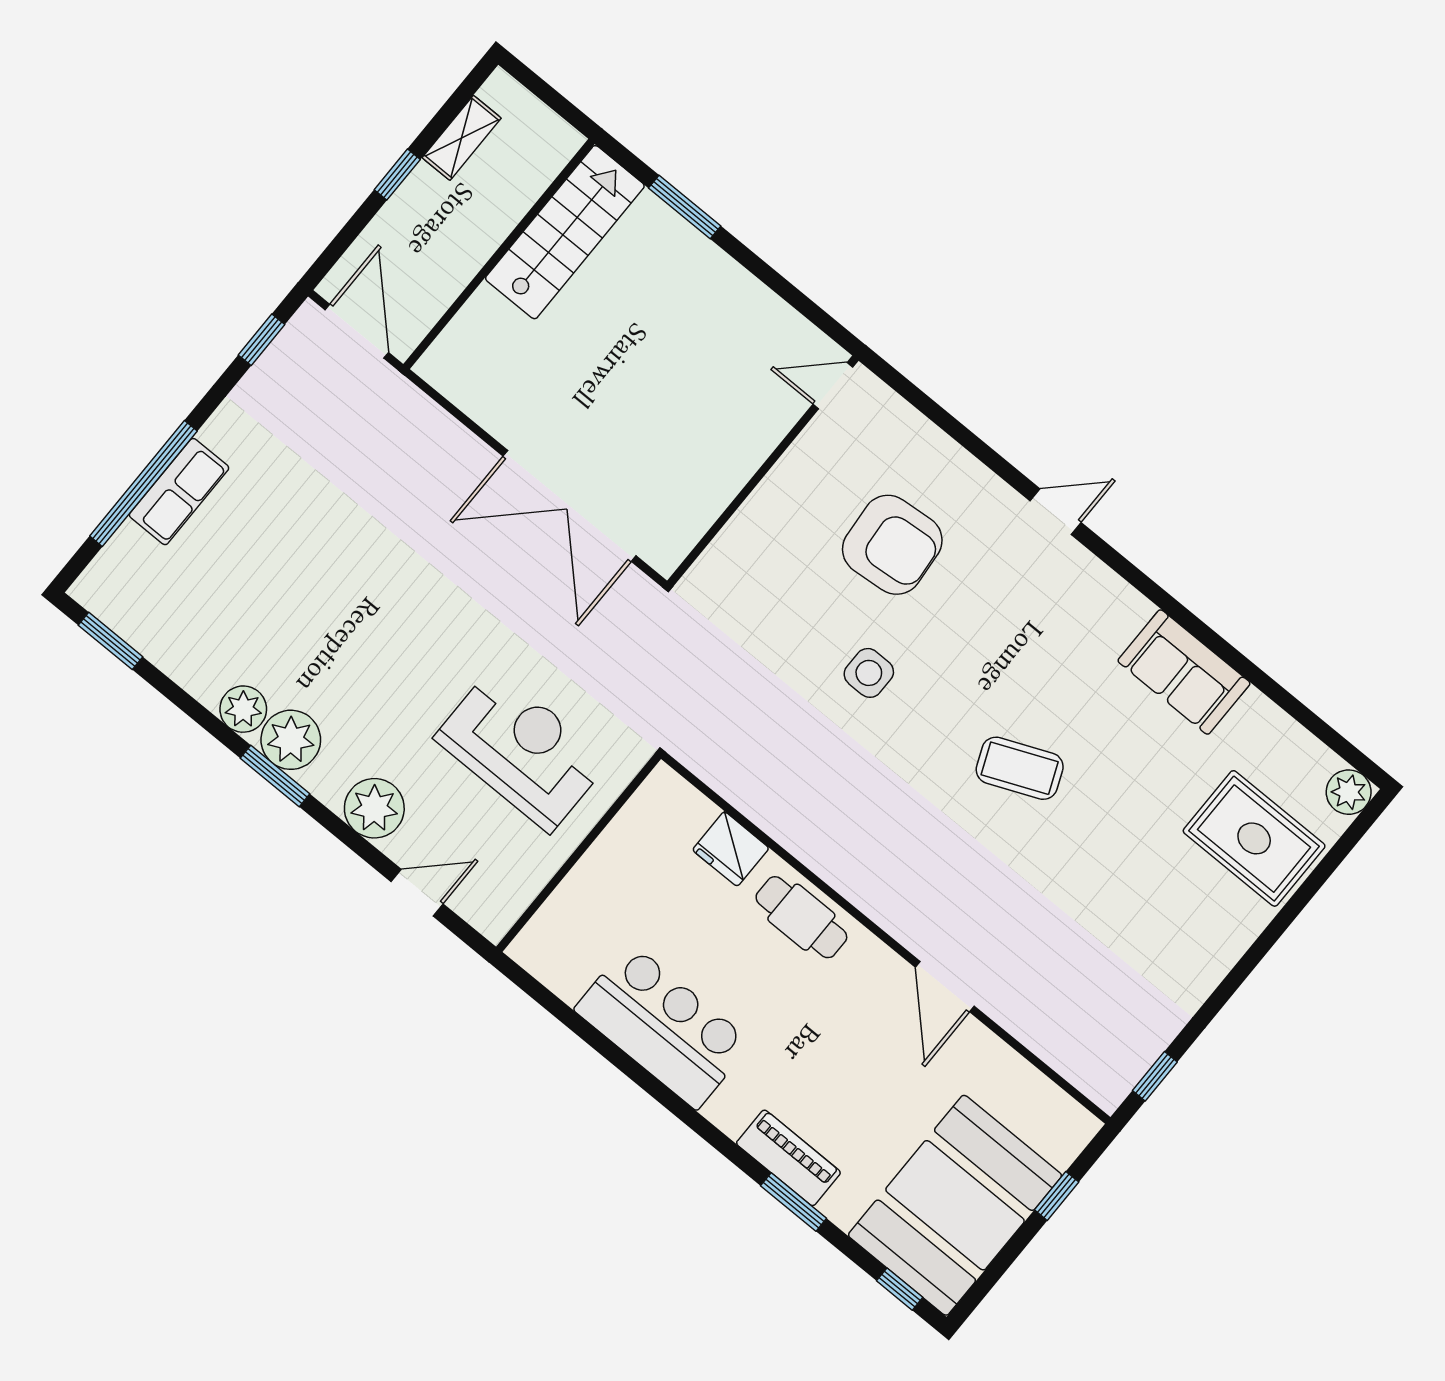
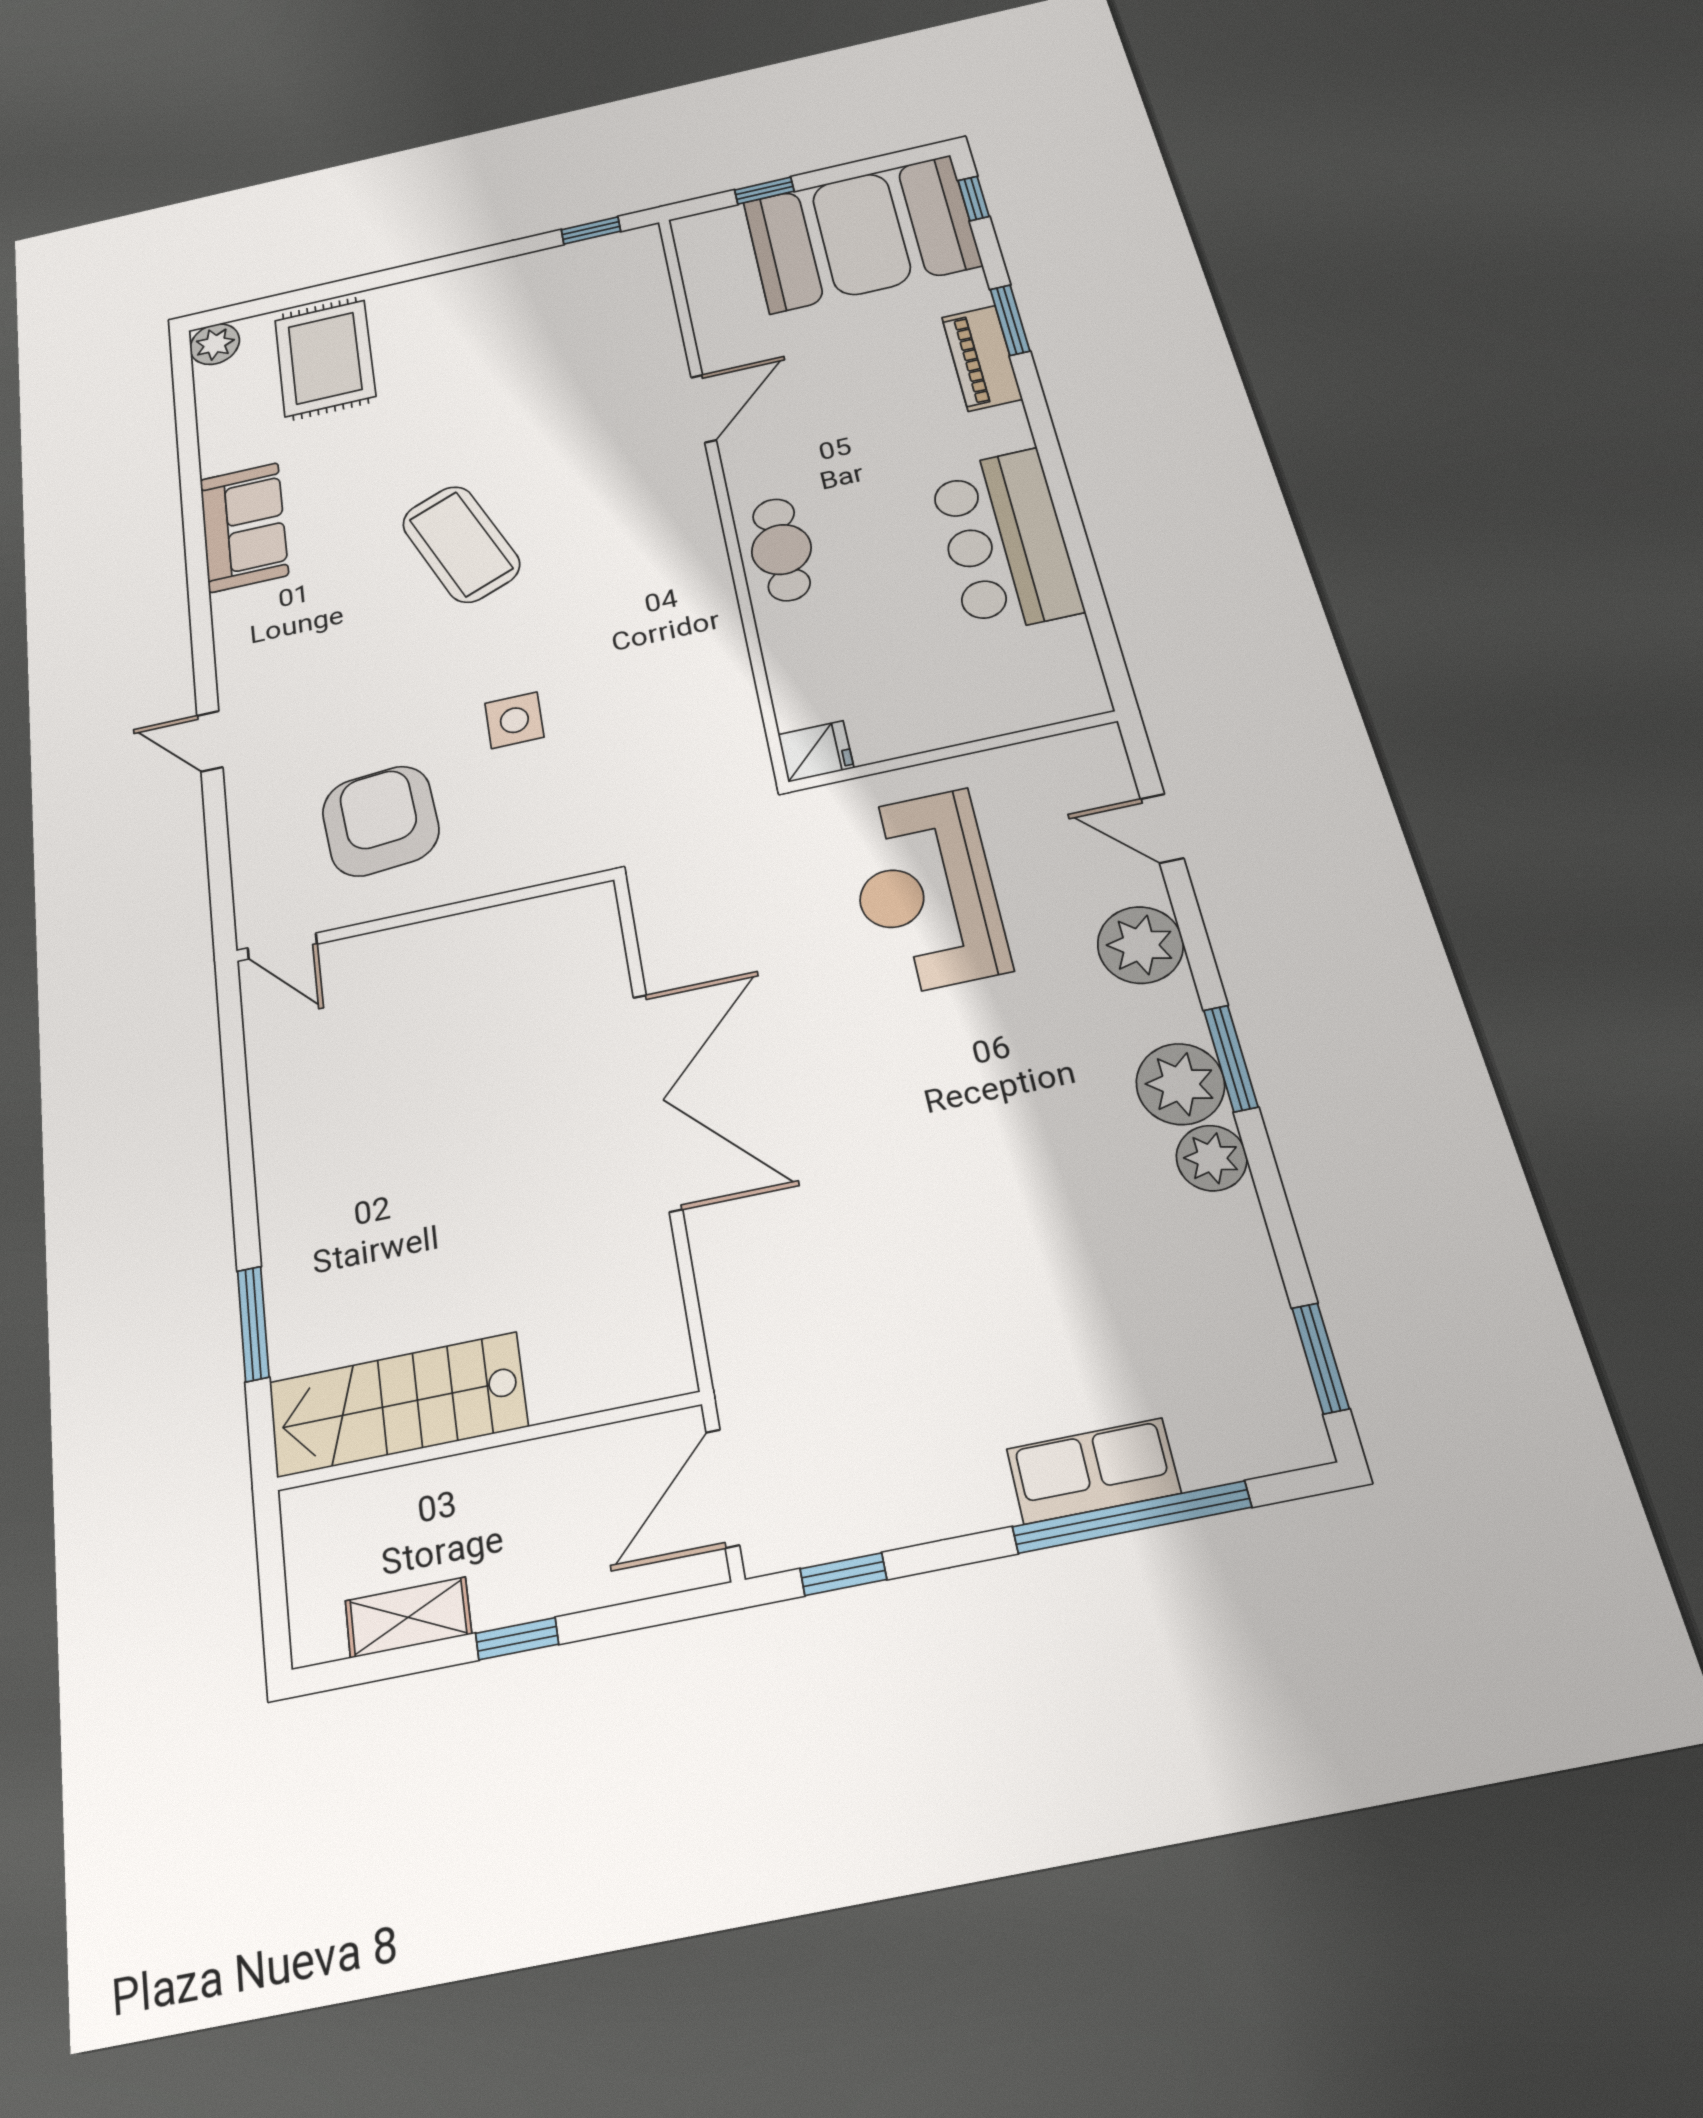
door: (833, 386) -> (282, 946), moved
wall: (763, 471) -> (424, 915), moved
coffee table: (1020, 768) -> (461, 544), width x1.36, depth x1.32
fridge: (731, 849) -> (816, 751), moved, width x0.72

